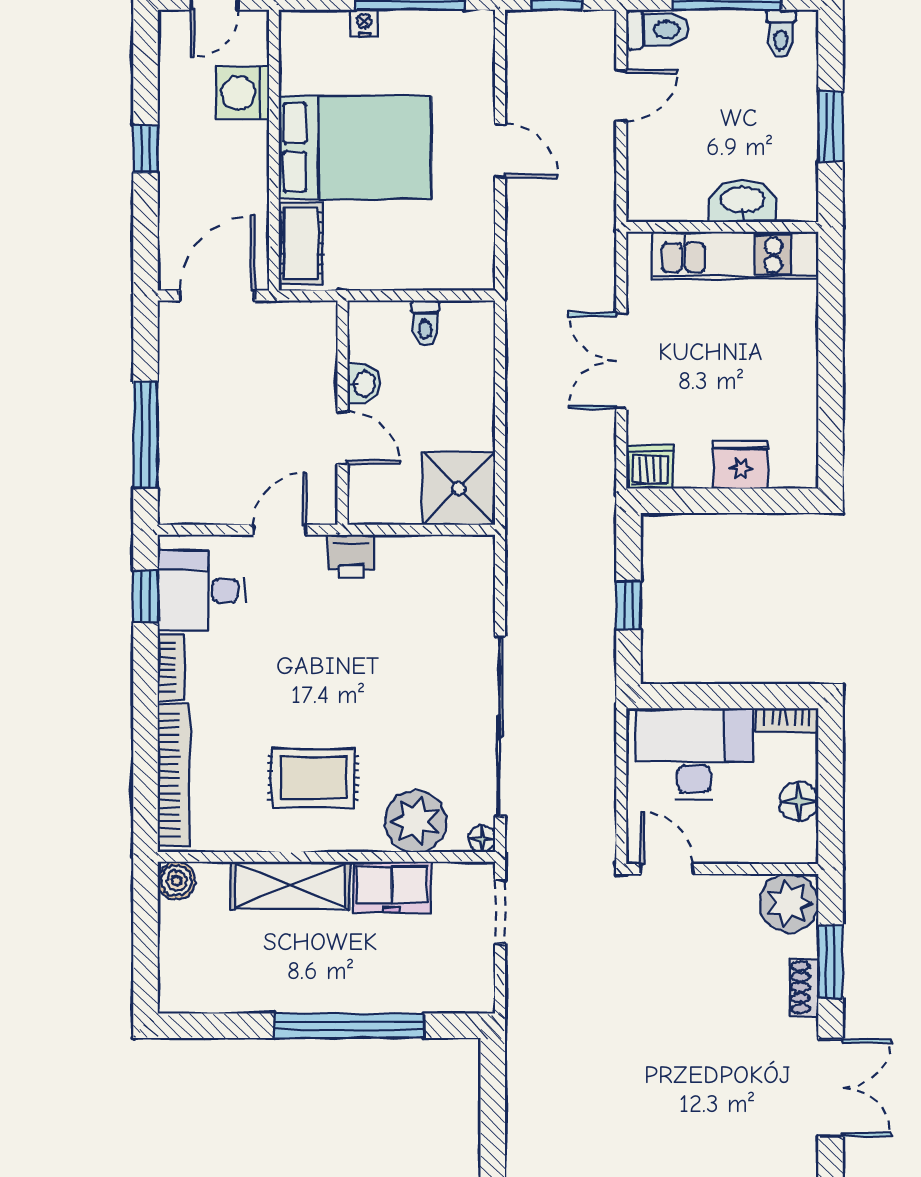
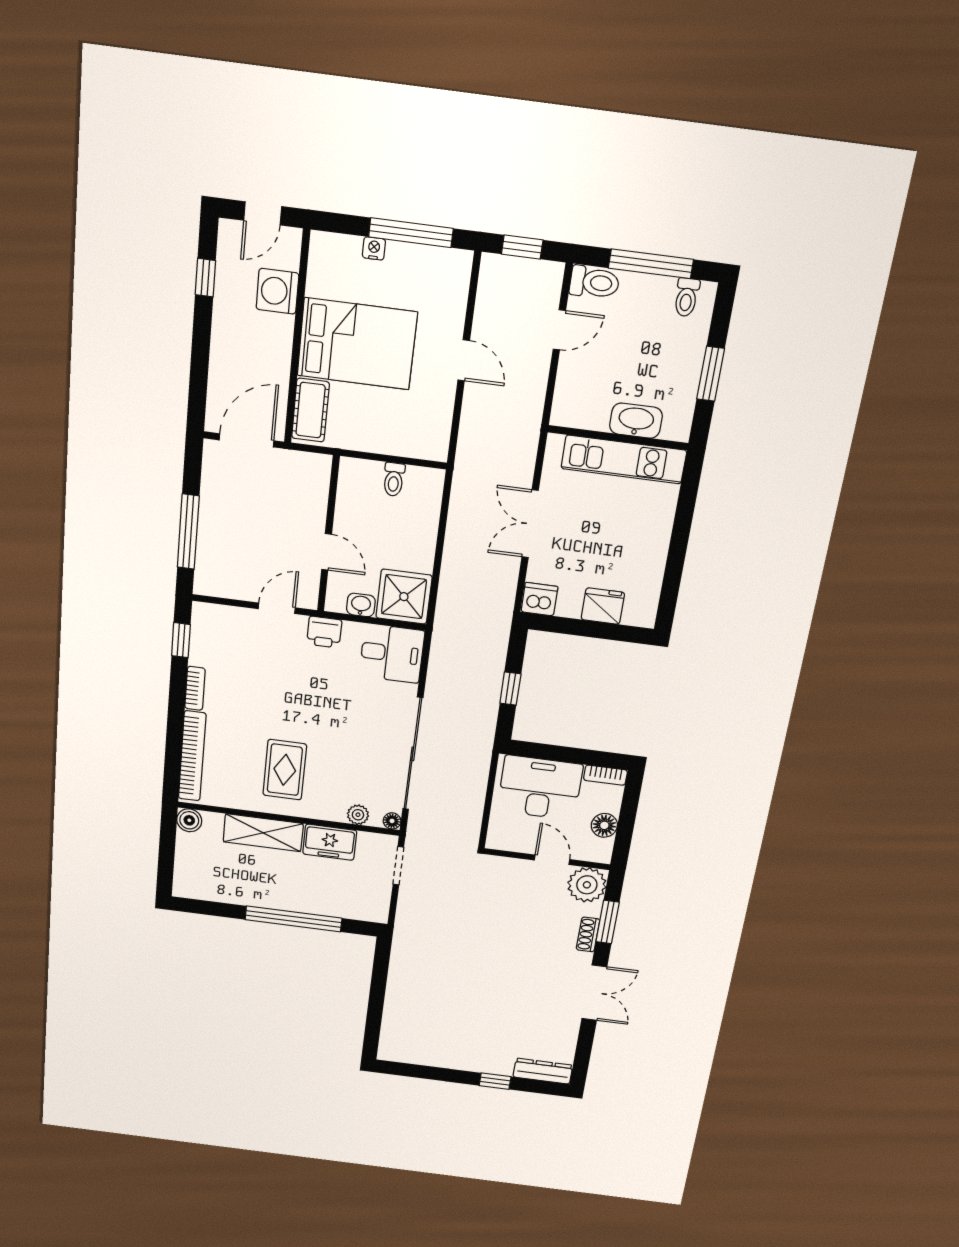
window: (145, 149) -> (205, 278), moved
washbasin: (363, 384) -> (361, 605), moved, turned -90
desk: (201, 591) -> (392, 653), moved, turned 180
rug: (313, 778) -> (285, 770), turned 90
plant: (416, 821) -> (358, 815), width x0.53, depth x0.53
door: (667, 869) -> (552, 860), moved

